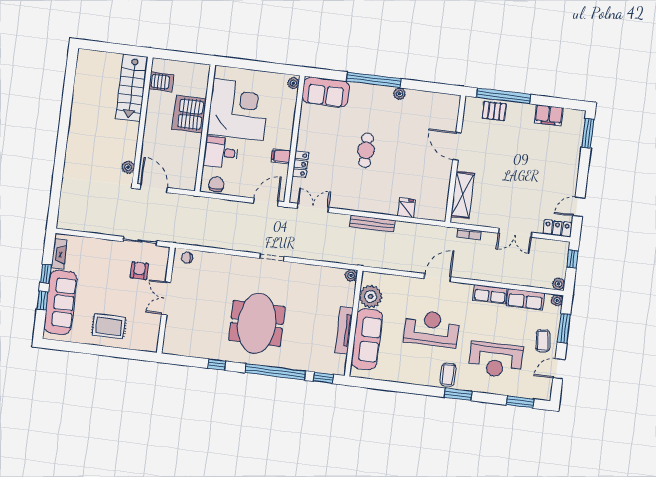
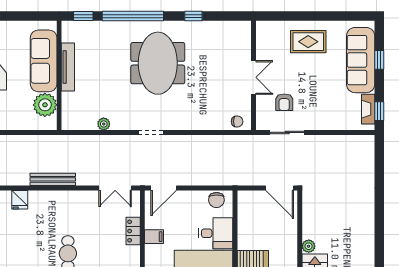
plant: (128, 167) -> (309, 246), moved
window: (46, 274) -> (379, 111), moved
plant: (351, 275) -> (104, 124), moved

